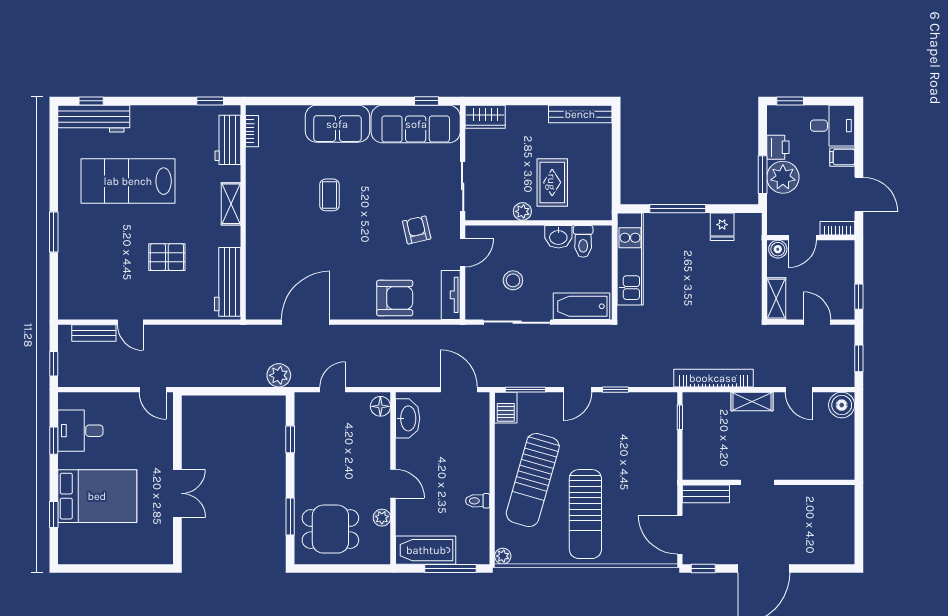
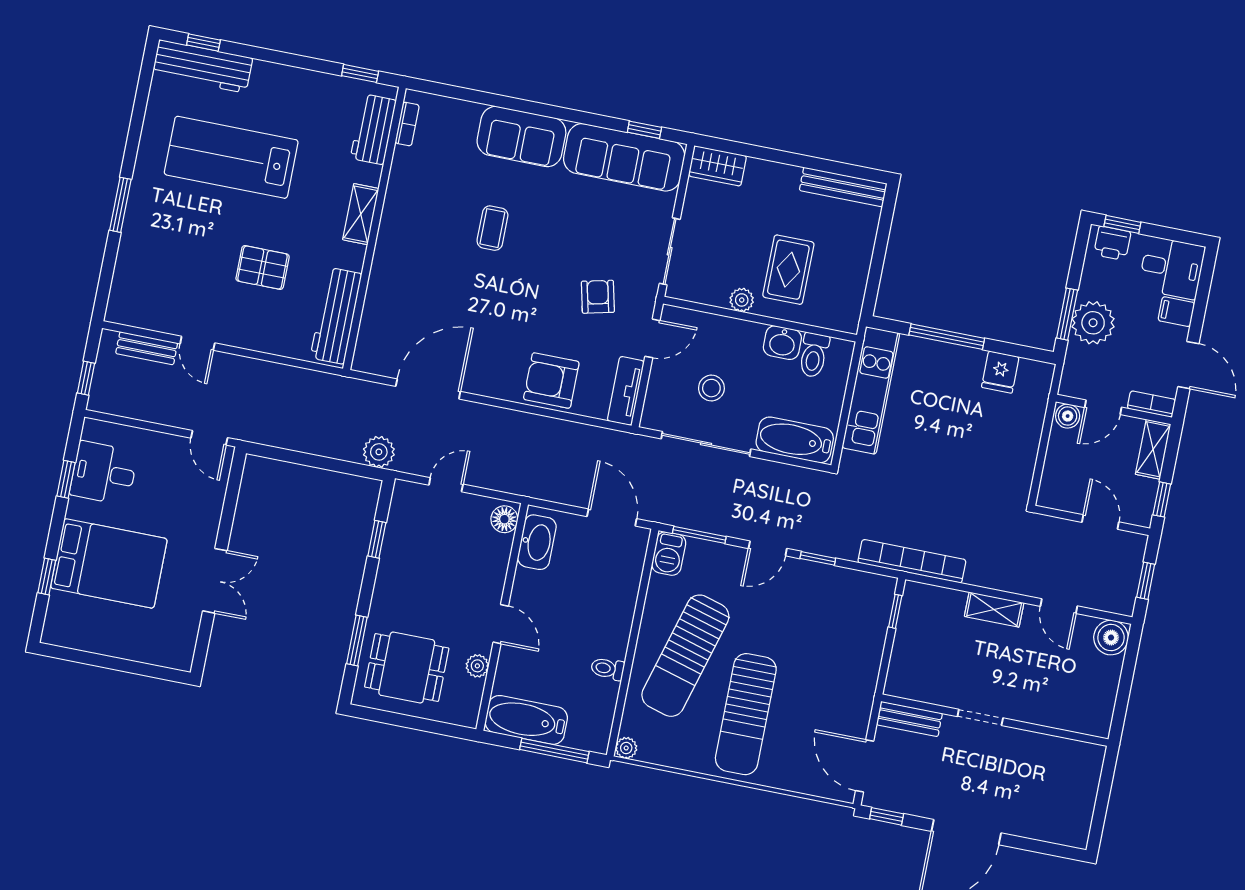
printer: (778, 147) -> (1112, 243), moved, turned 90
armchair: (395, 298) -> (551, 381), turned 180
shelving: (776, 299) -> (1153, 449), moved
bookcase: (713, 378) -> (912, 561), moved

